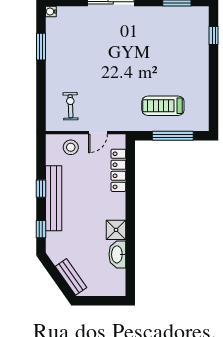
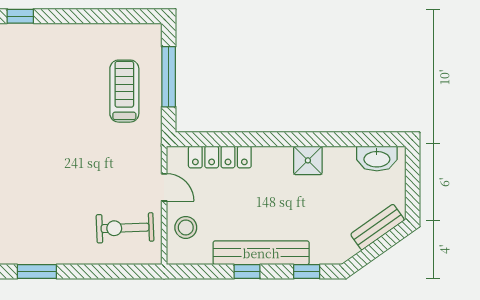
exercise bike: (70, 106) -> (125, 228), width x1.38, depth x1.39
treadmill: (163, 106) -> (124, 91), turned 180
washbasin: (117, 254) -> (377, 159), moved

